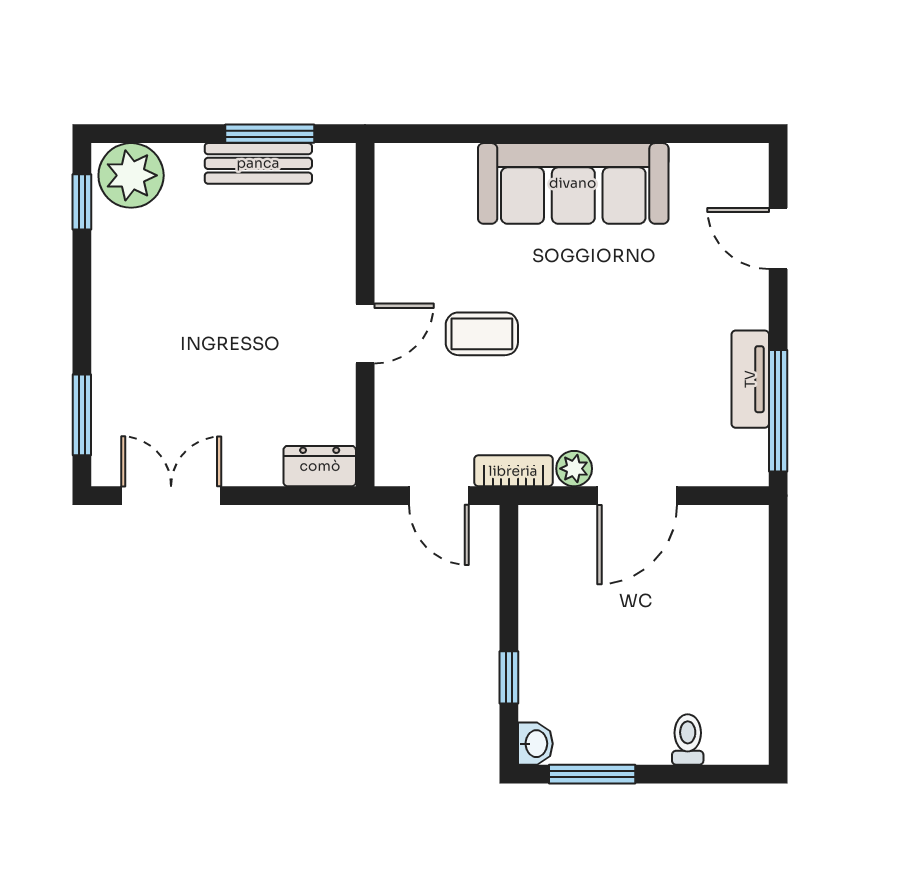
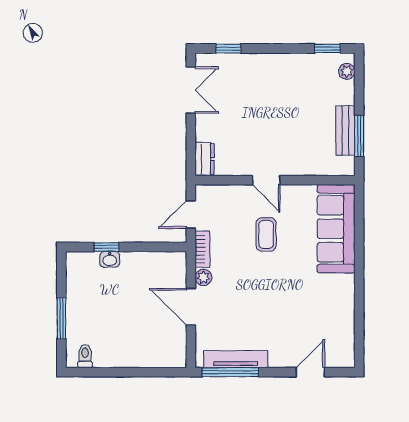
plant: (131, 175) -> (347, 71), width x0.53, depth x0.53
sofa: (573, 183) -> (336, 229), moved
tv unit: (750, 379) -> (236, 359), width x1.41
window: (82, 415) -> (228, 49), width x0.67
toilet: (688, 739) -> (85, 356), moved, turned -90
washbasin: (535, 744) -> (110, 259), moved
window: (592, 774) -> (61, 318), moved

